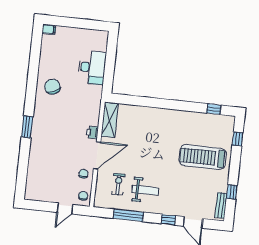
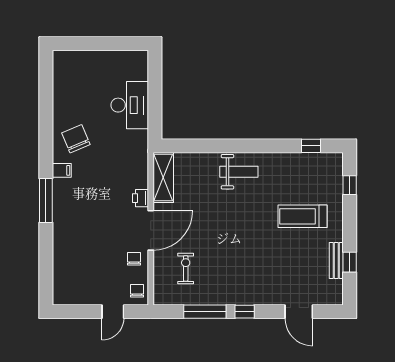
filing cabinet: (49, 29) -> (62, 170), moved
window: (27, 127) -> (46, 200), width x1.44
treadmill: (203, 157) -> (302, 216), width x0.73, depth x0.73
weight bench: (145, 190) -> (239, 172), moved
bench: (221, 205) -> (336, 261), moved
window: (168, 220) -> (245, 312), moved

